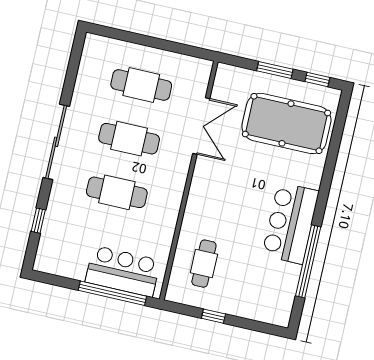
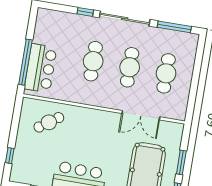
window: (73, 69) -> (174, 27), added
window: (38, 221) -> (85, 12), moved
cafe table: (204, 264) -> (49, 122), turned -35
window: (213, 316) -> (10, 156), moved

